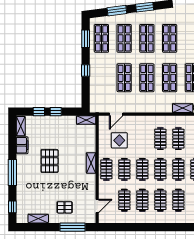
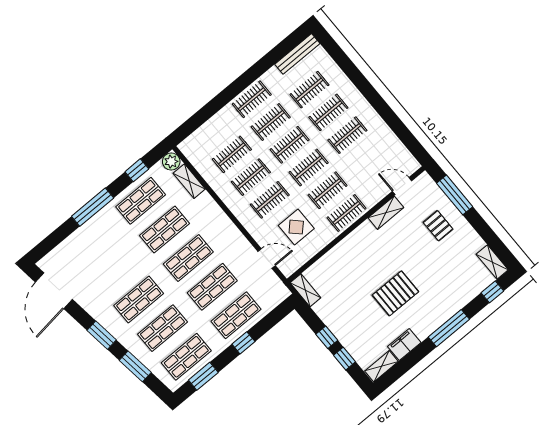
shop shelf: (170, 38) -> (236, 315), moved
shelving: (91, 163) -> (386, 213), moved
clothes rail: (124, 200) -> (270, 200), moved
shelving: (38, 219) -> (492, 262), moved

